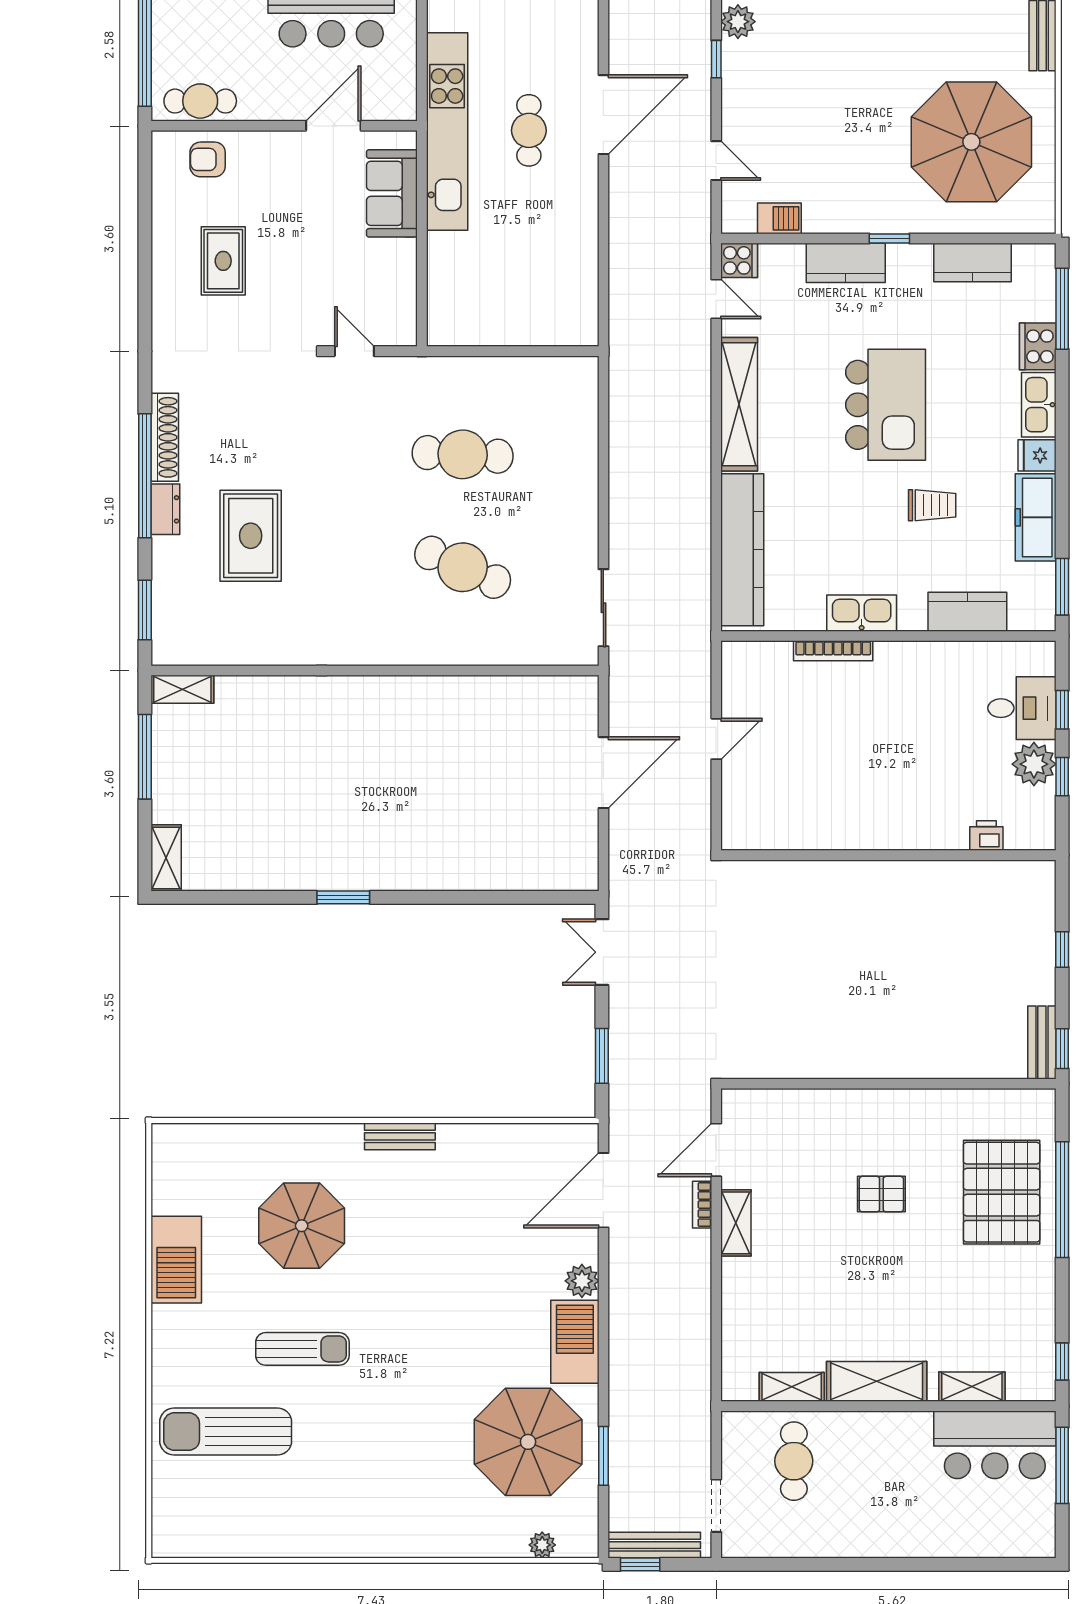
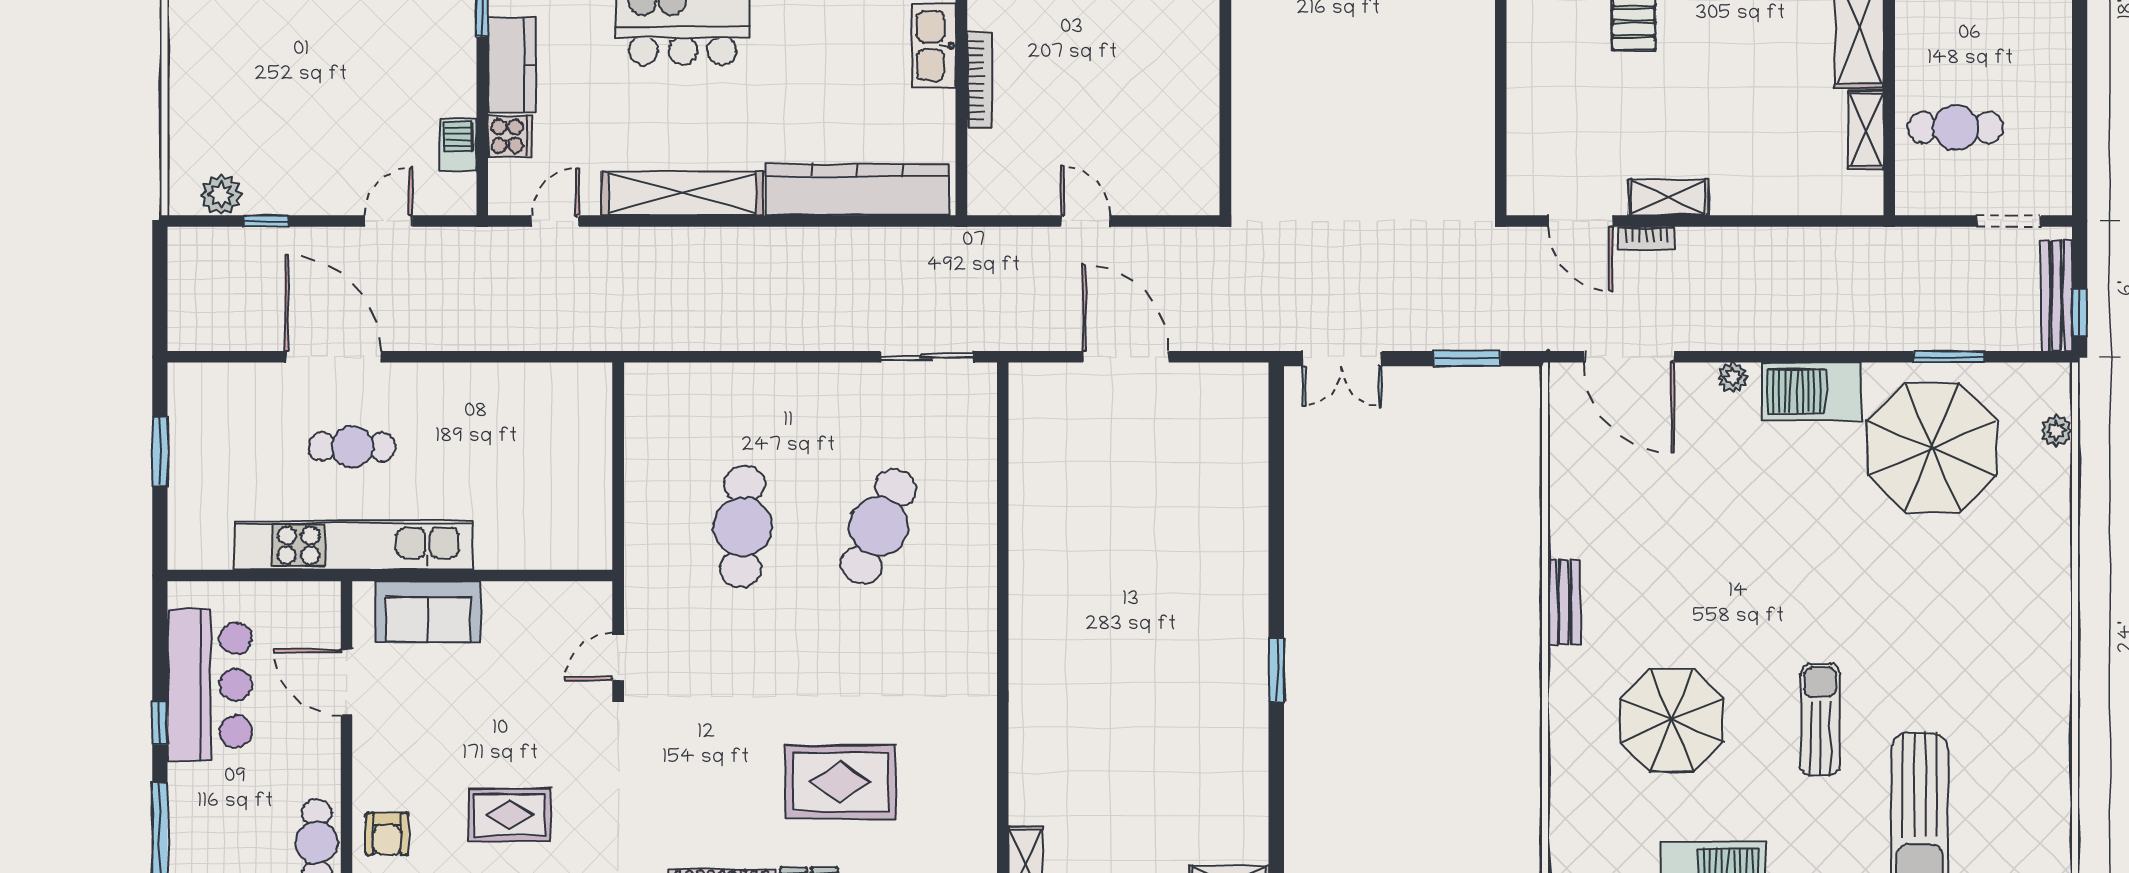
cooker: (739, 260) -> (510, 136), moved, turned 90
plant: (582, 1281) -> (1733, 377), width x0.73, depth x0.73

